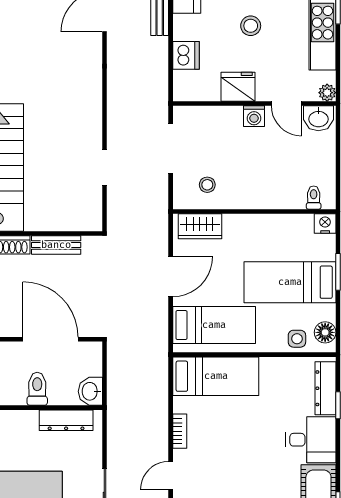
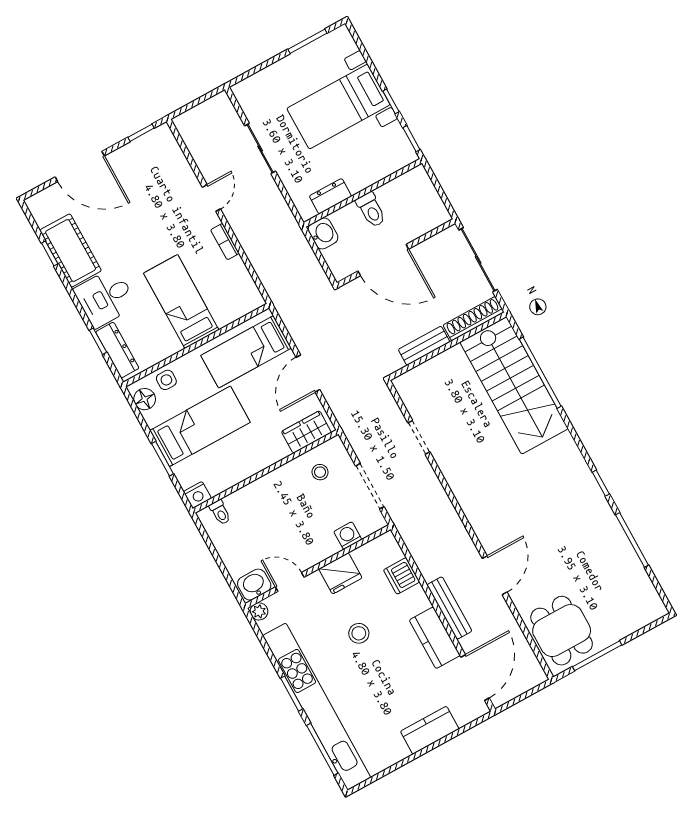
washing machine: (254, 116) -> (348, 536), moved
bed: (216, 376) -> (181, 302), moved, turned 90
dresser: (66, 420) -> (330, 196), width x0.70

